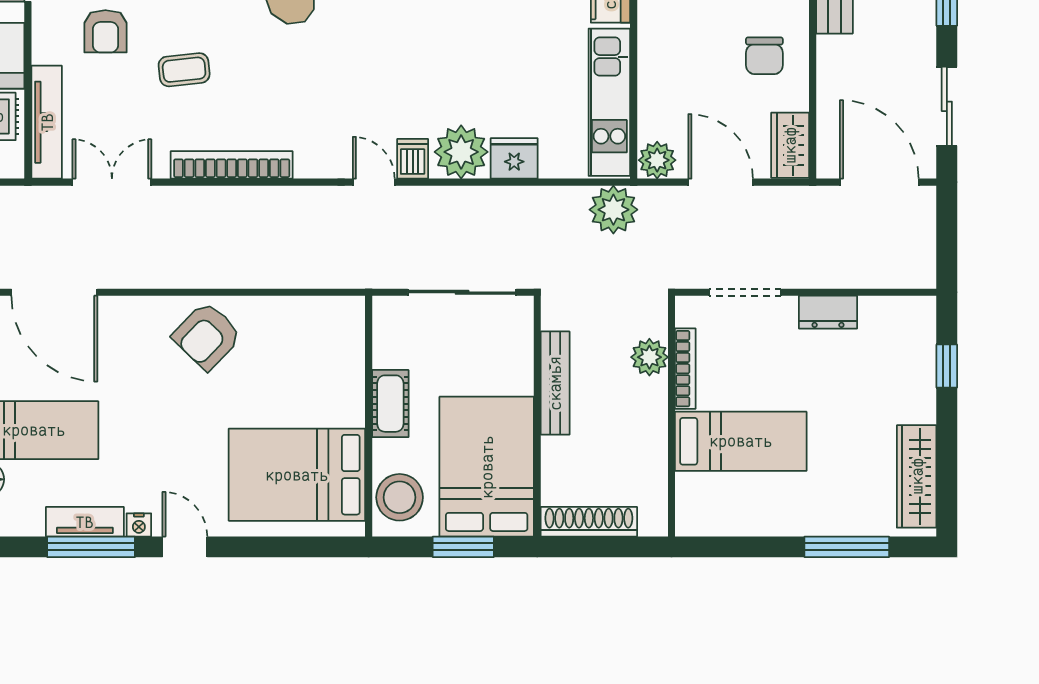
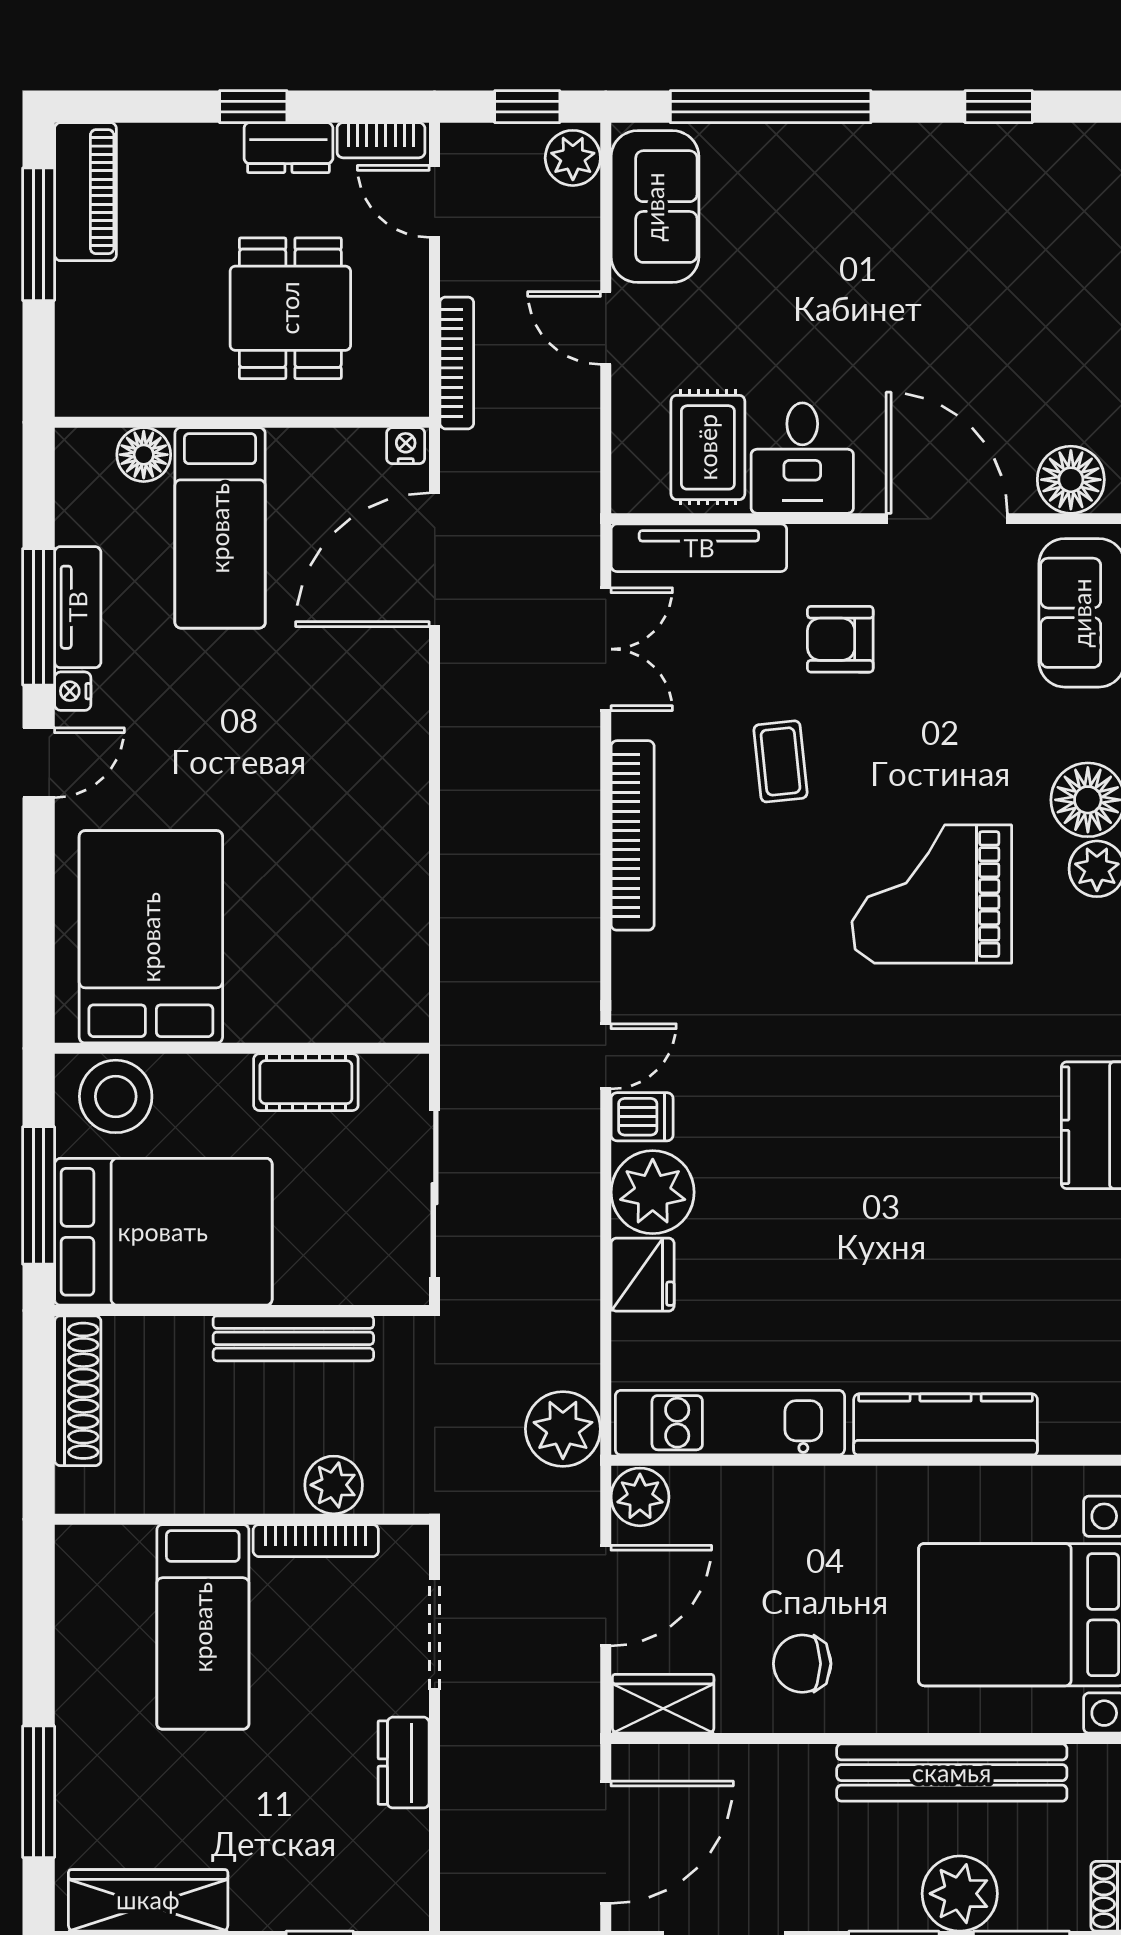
armchair: (207, 336) -> (367, 797), removed
cot: (390, 404) -> (306, 1082), moved
window: (463, 547) -> (39, 1195), width x1.44

